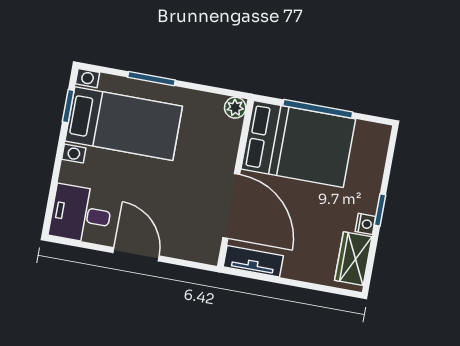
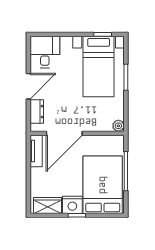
bed: (298, 144) -> (103, 185), moved, turned 180
nightstand: (365, 224) -> (72, 205), width x1.89, depth x1.79
dresser: (184, 248) -> (37, 112), added

